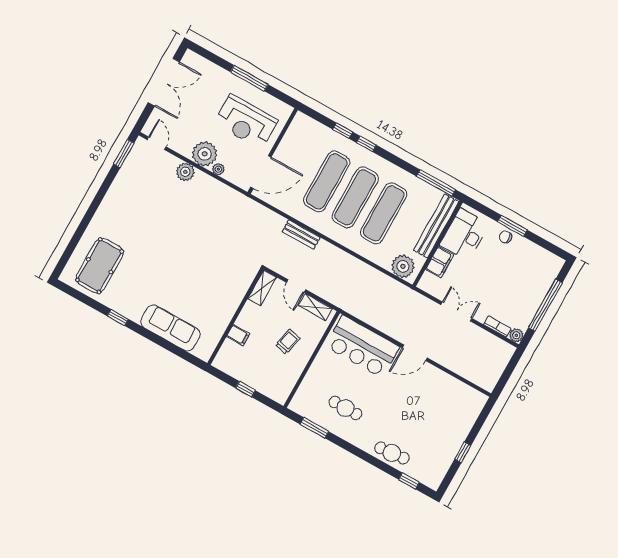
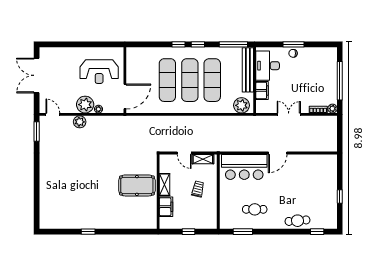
window: (249, 78) -> (86, 44), removed
double door: (164, 82) -> (37, 75), swing flipped
window: (343, 131) -> (198, 44), moved
bench: (301, 235) -> (170, 120), removed
pool table: (100, 266) -> (137, 185), moved, turned 90
shelving: (262, 288) -> (165, 185), moved
sofa: (170, 328) -> (123, 220), removed
filing cabinet: (238, 335) -> (166, 207), width x2.00

